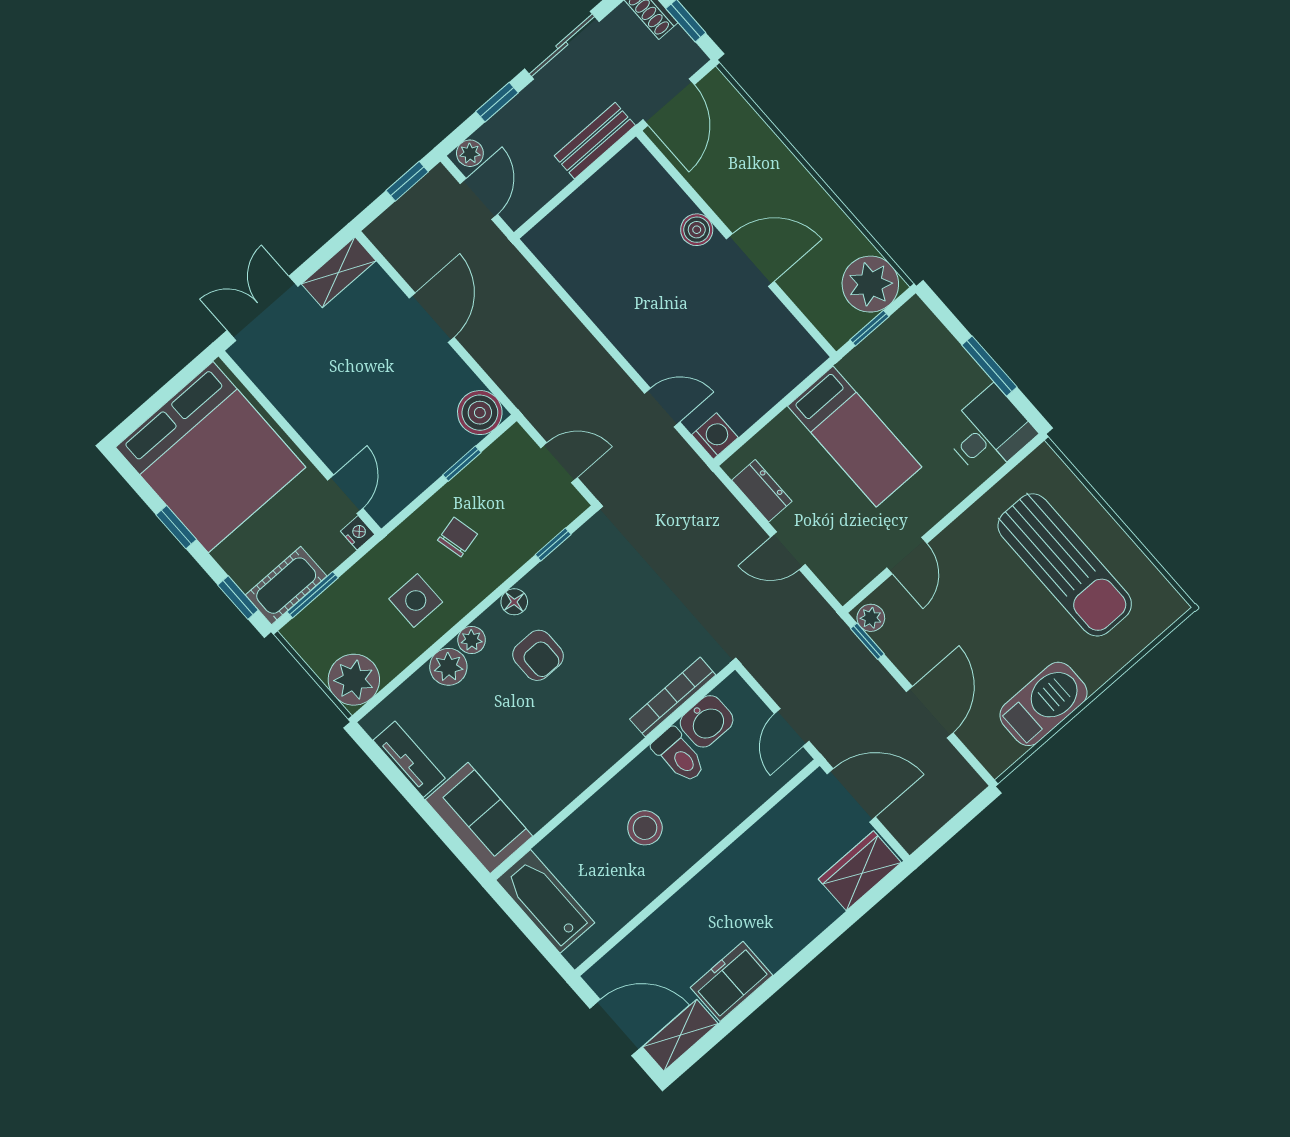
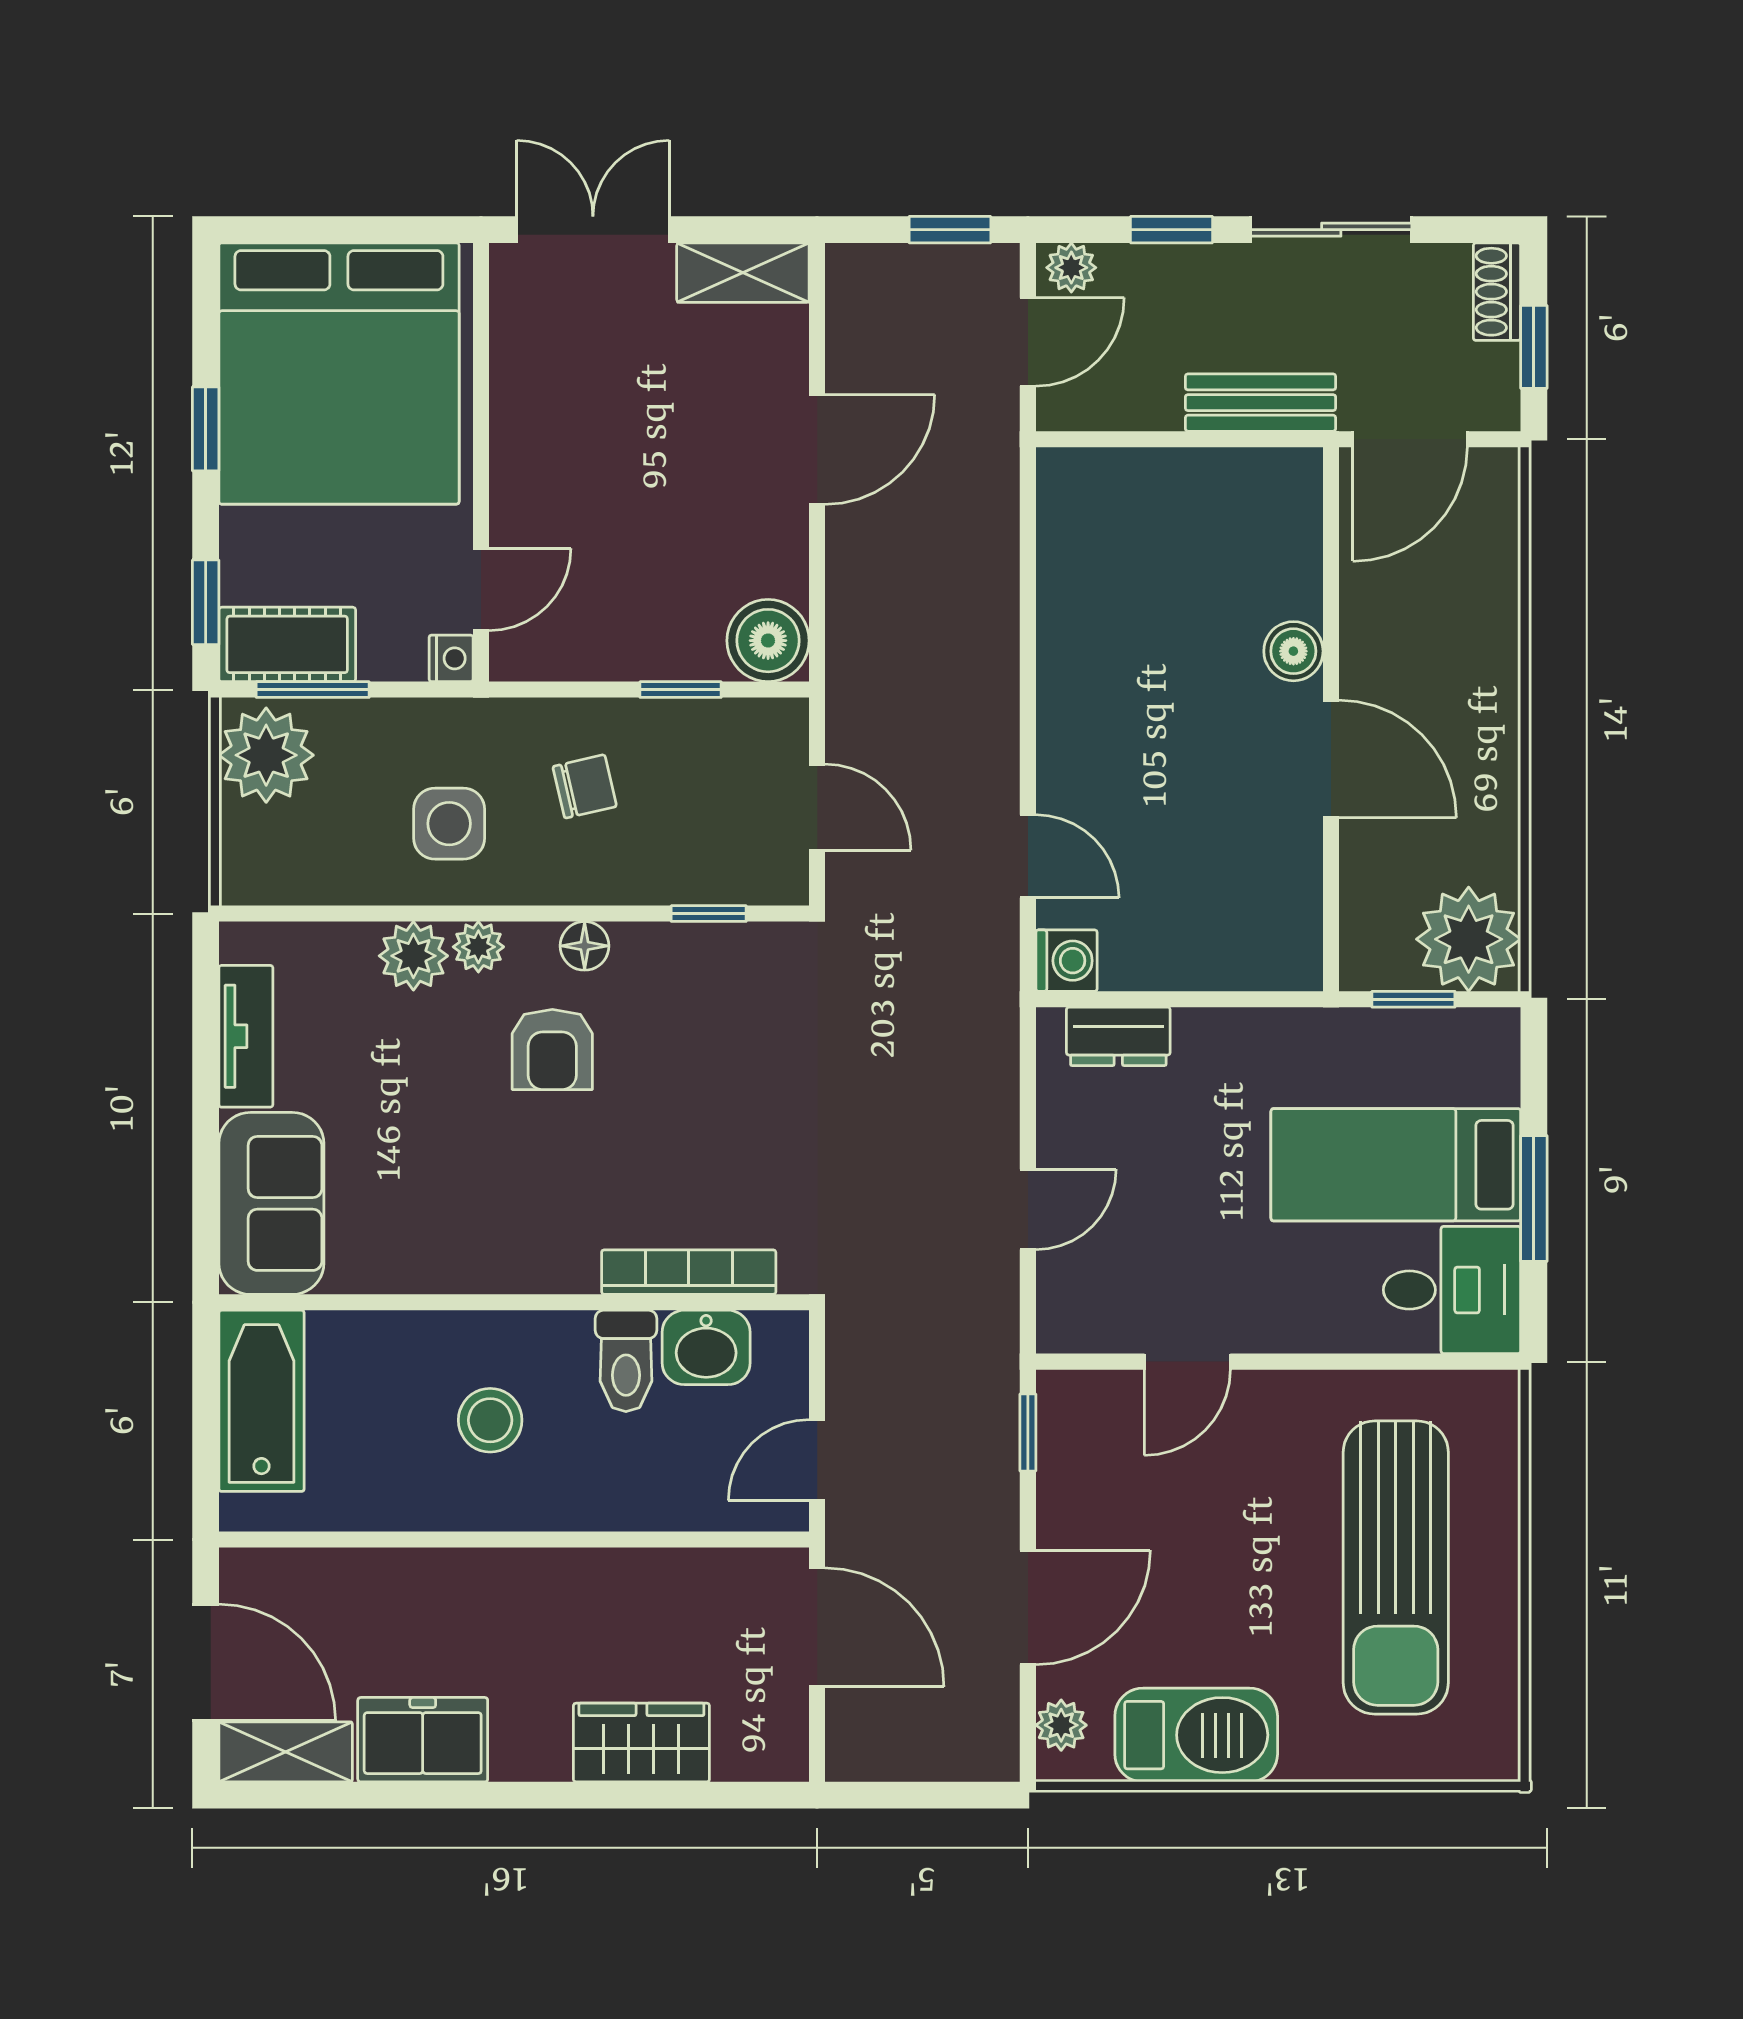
bed: (855, 436) -> (1396, 1165), moved, turned 90
dresser: (762, 491) -> (1118, 1036), moved, turned 90
door: (788, 551) -> (1028, 1209), swing flipped
plant: (871, 618) -> (1061, 1725), moved
plant: (354, 680) -> (266, 755), moved
wardrobe: (860, 871) -> (641, 1743), moved

